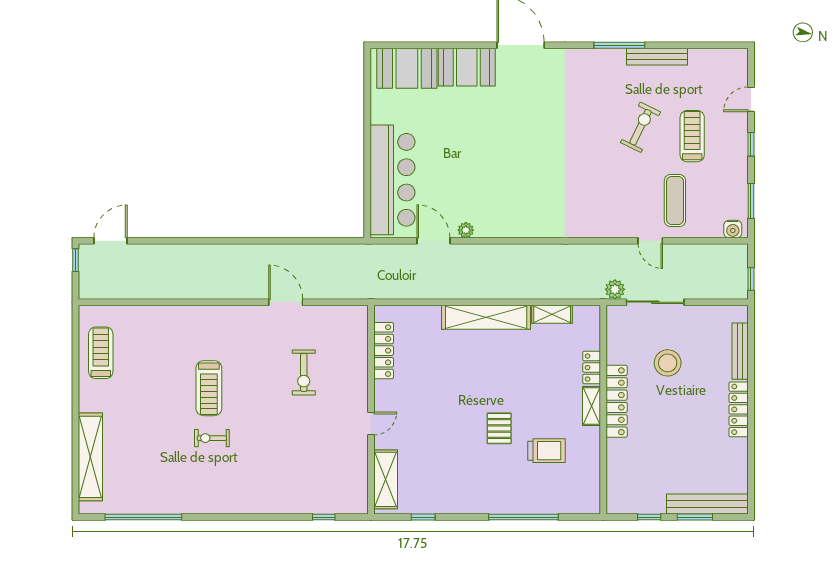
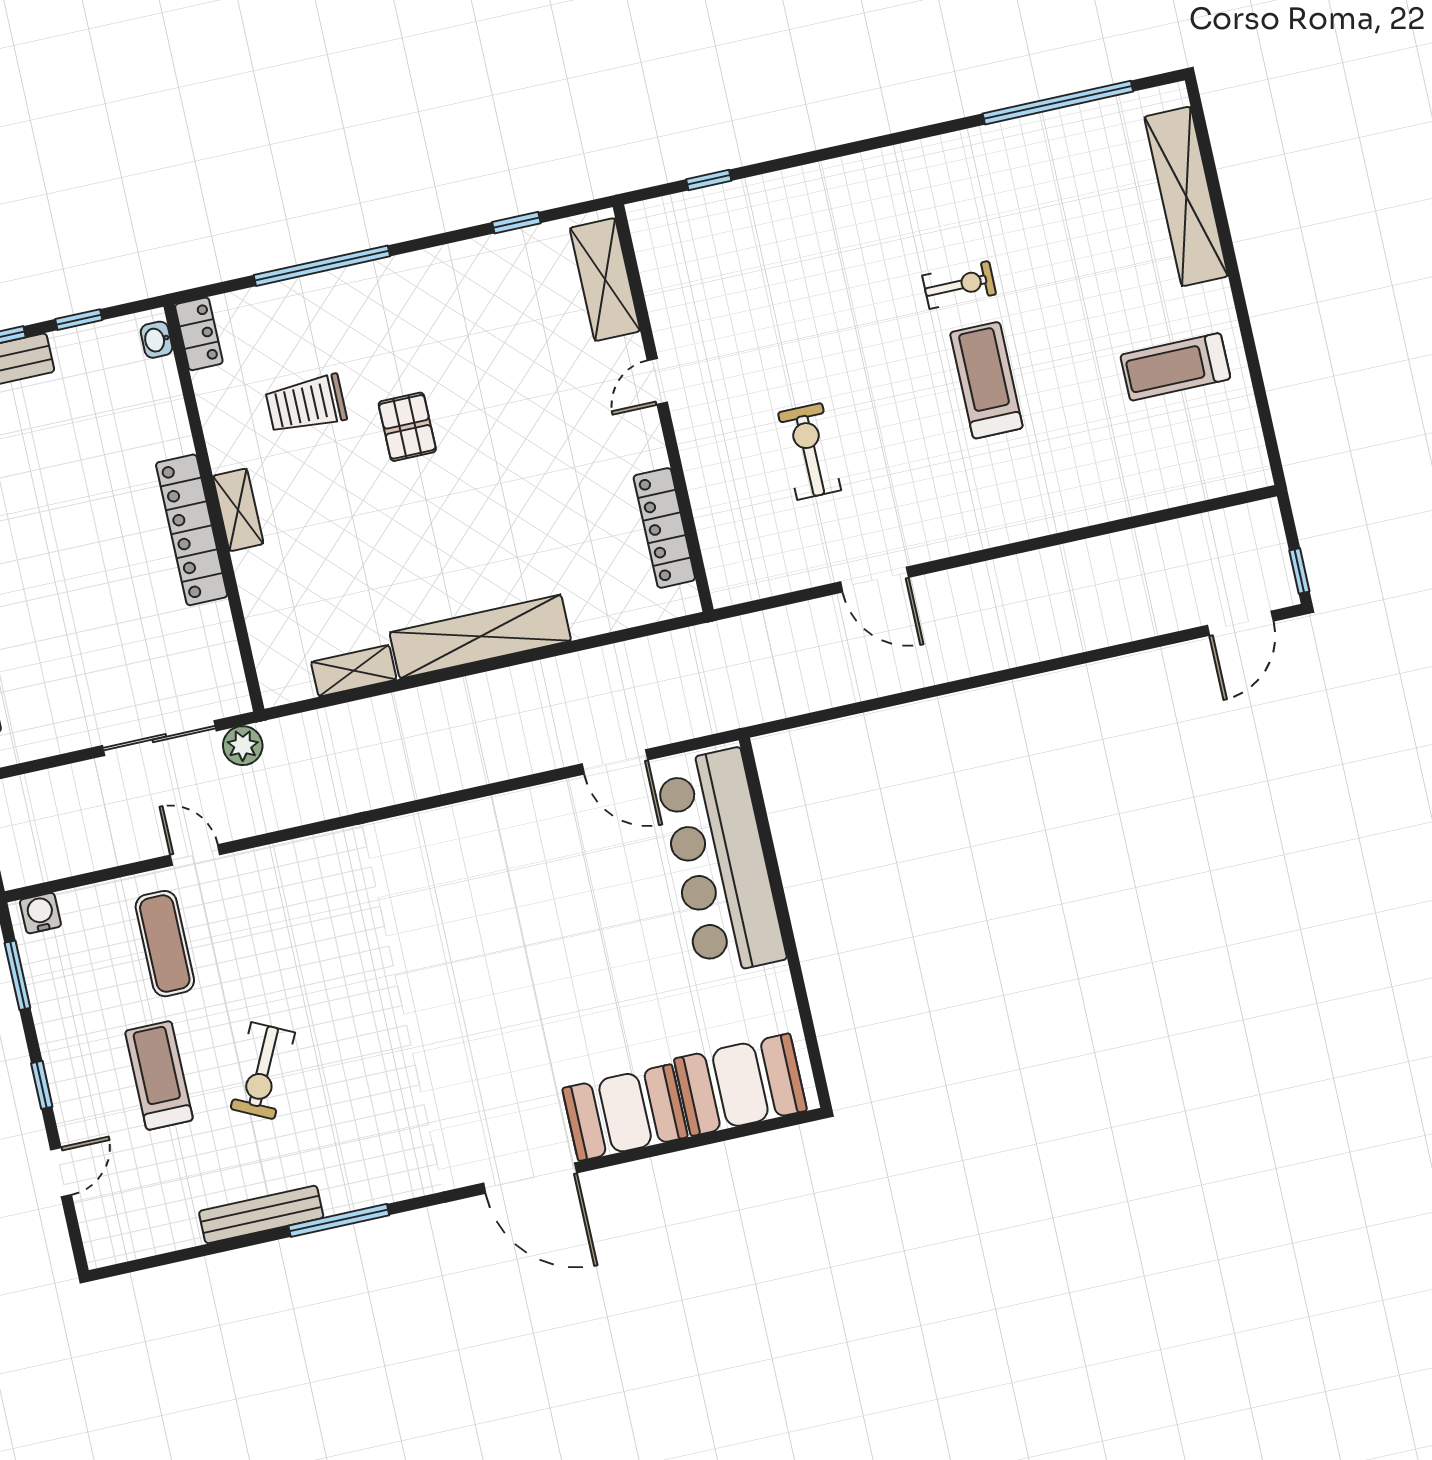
treadmill: (692, 136) -> (159, 1076), turned 180
plant: (466, 230) -> (557, 797), removed
treadmill: (101, 353) -> (1175, 367), moved, turned 90
stool: (668, 363) -> (109, 626), removed
locker: (592, 368) -> (199, 334), moved
washbasin: (613, 499) -> (157, 340), added

